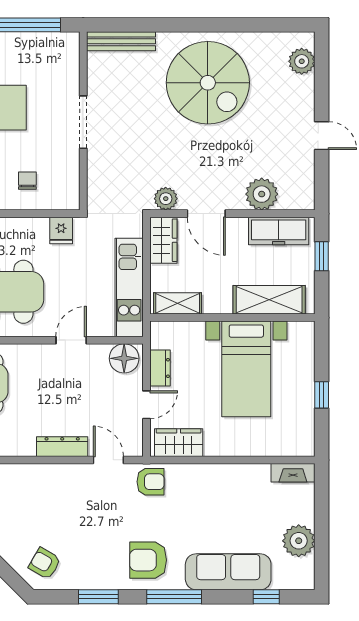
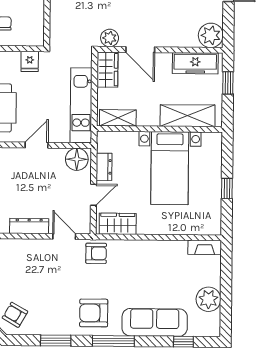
plant: (262, 194) -> (211, 35), moved

